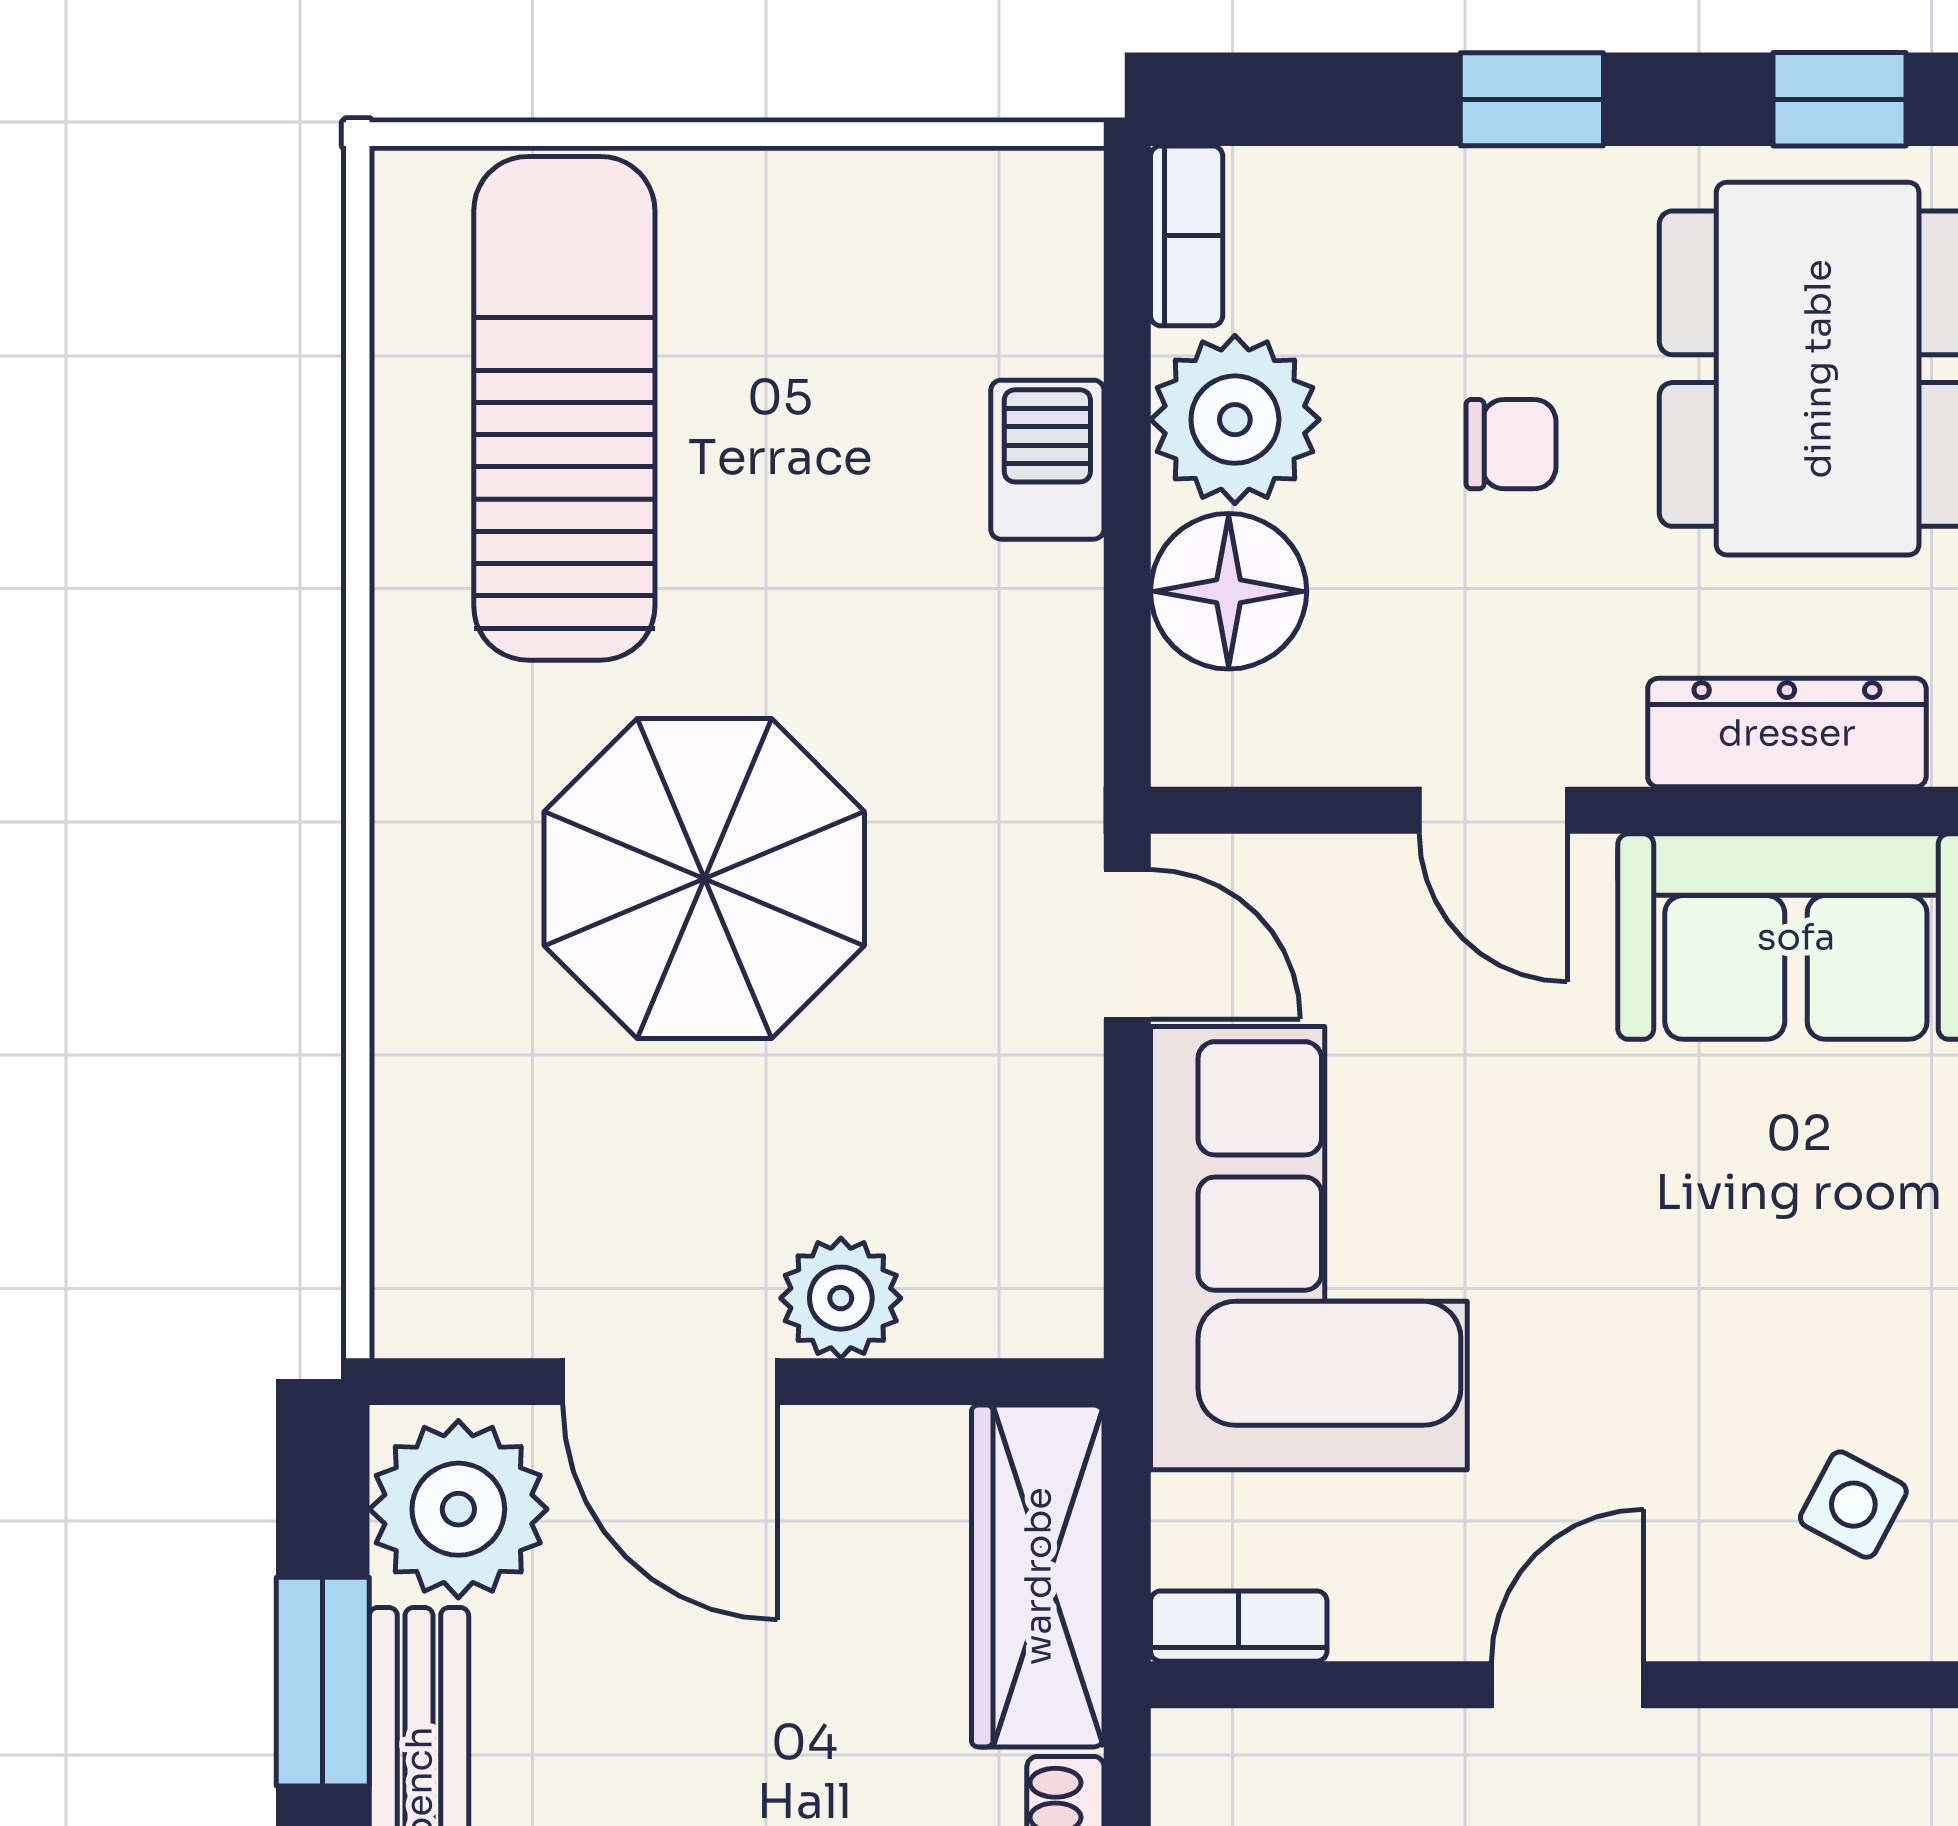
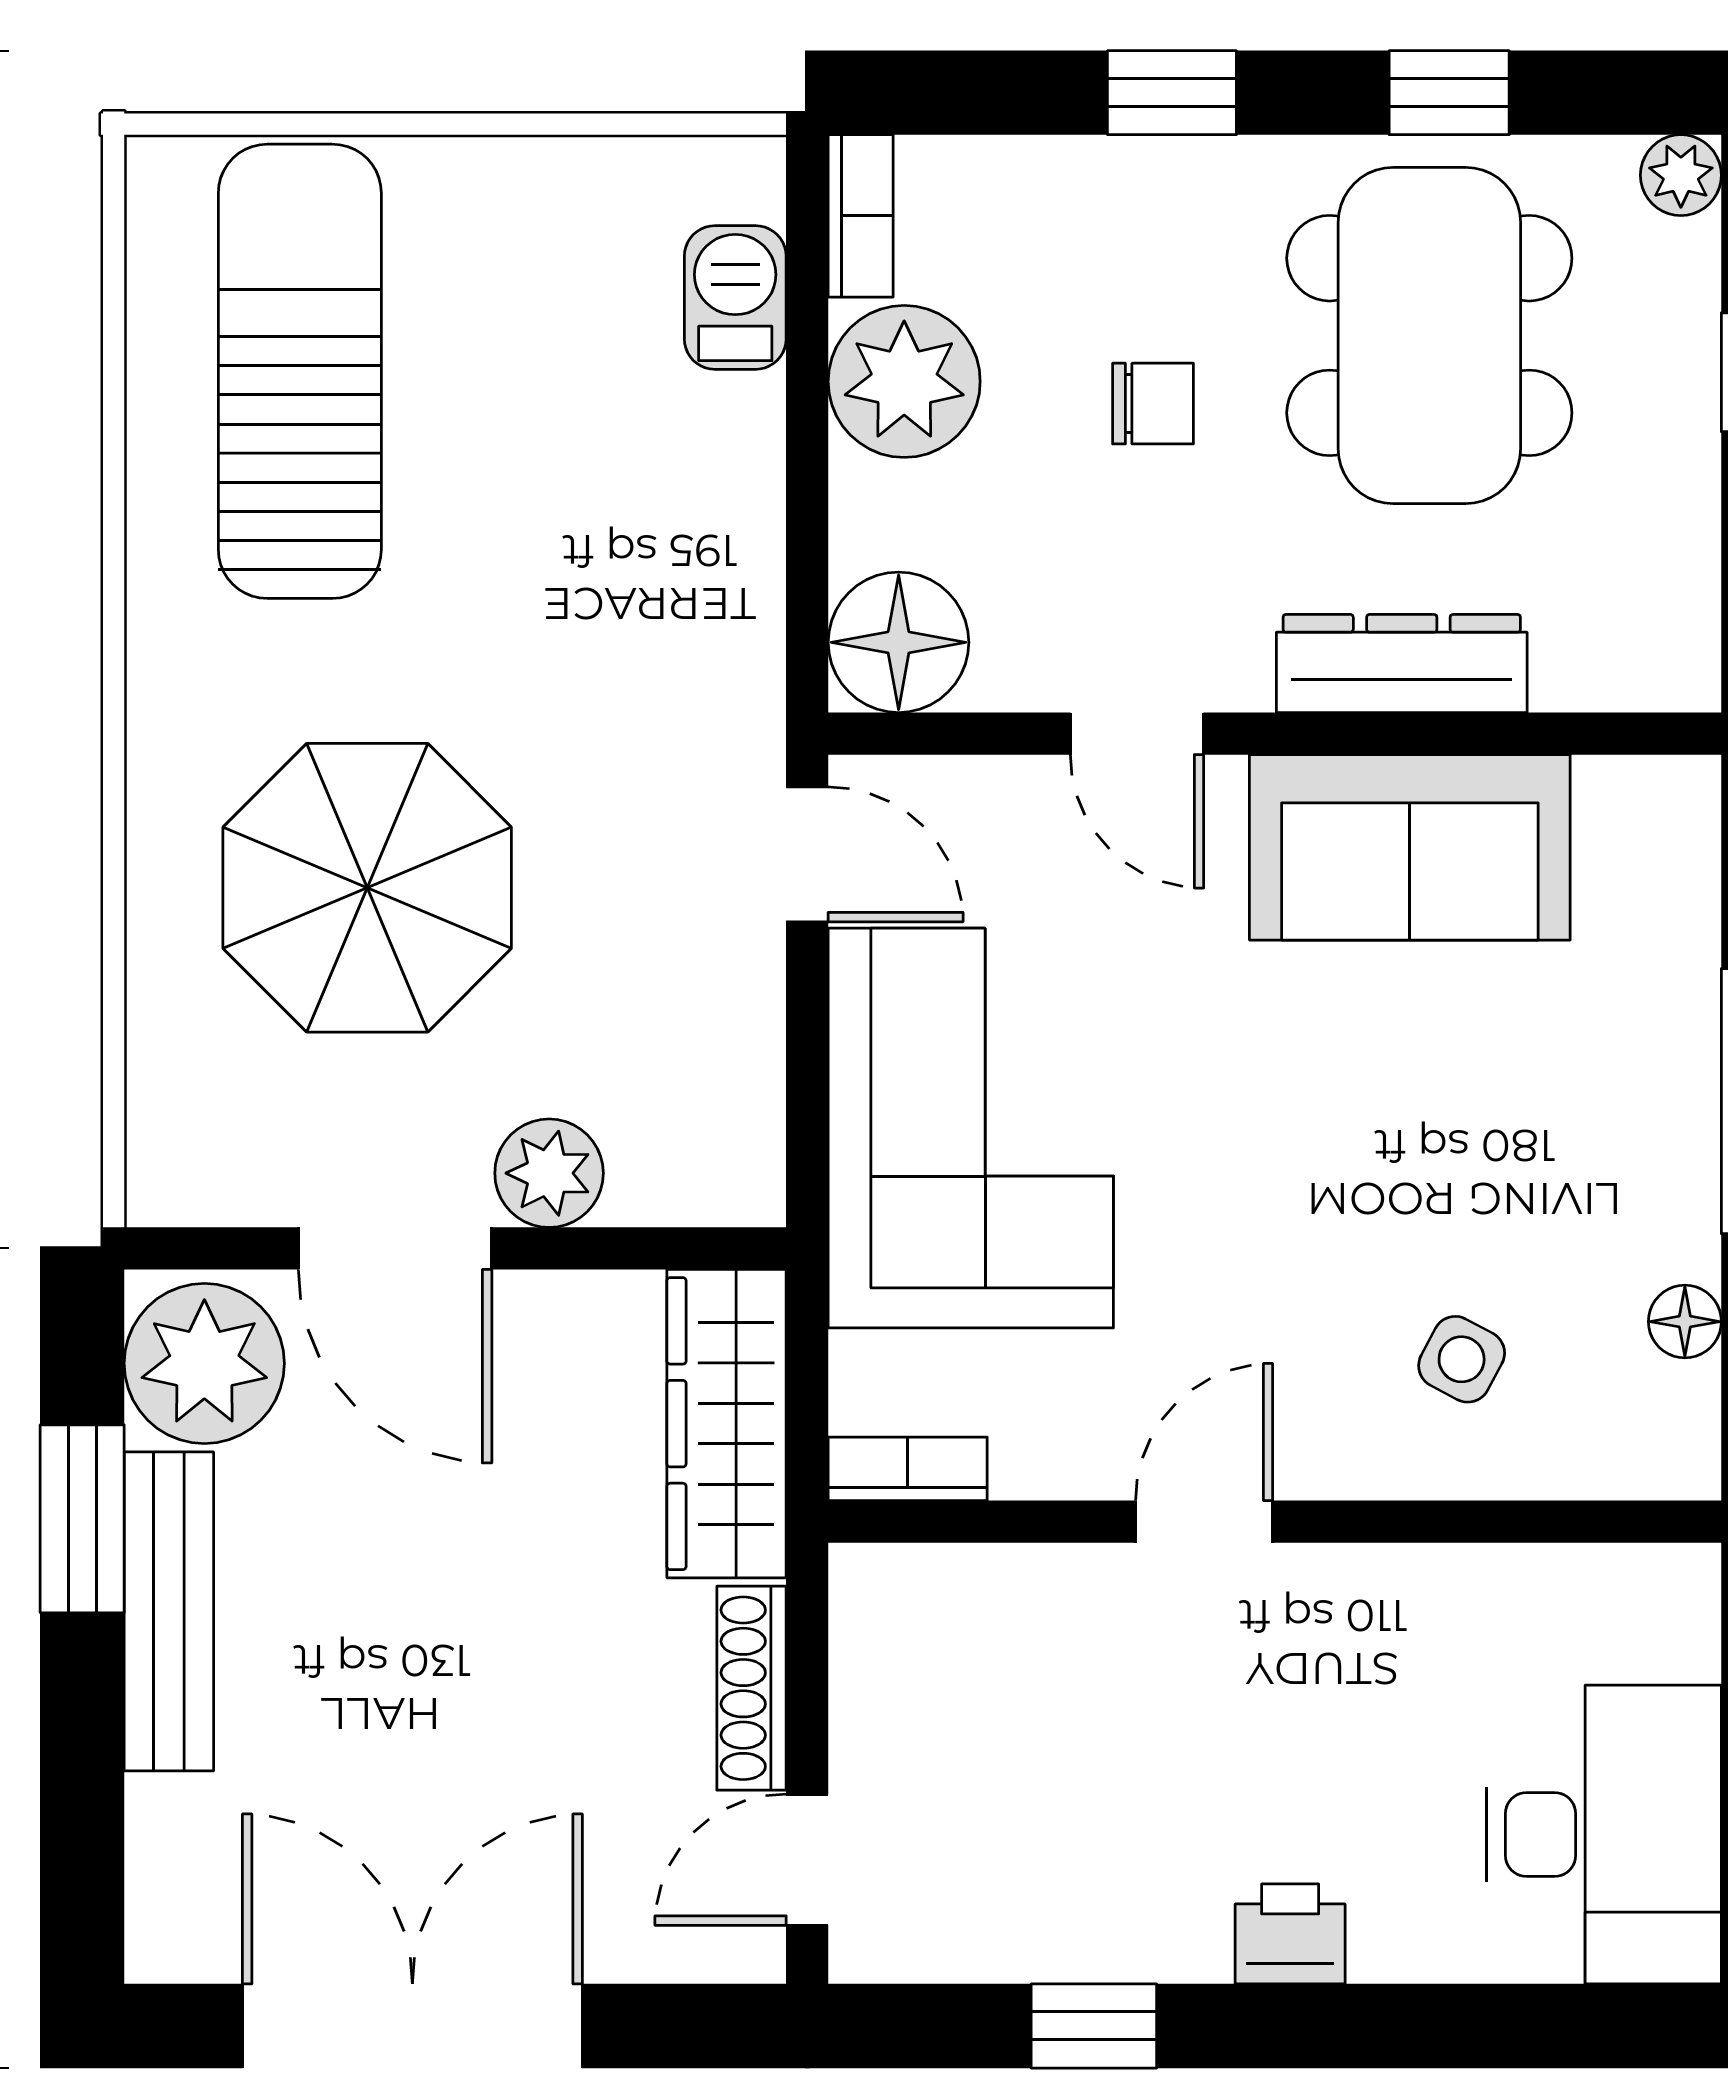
barbecue: (1047, 460) -> (735, 297), moved
floor lamp: (1229, 591) -> (899, 642), moved
parasol: (704, 879) -> (367, 888), moved

